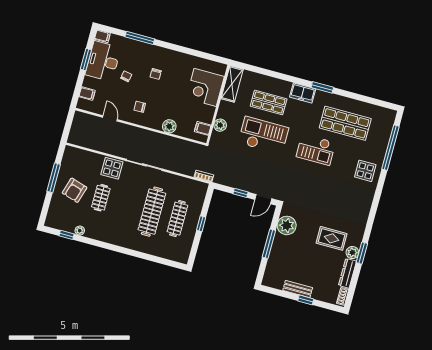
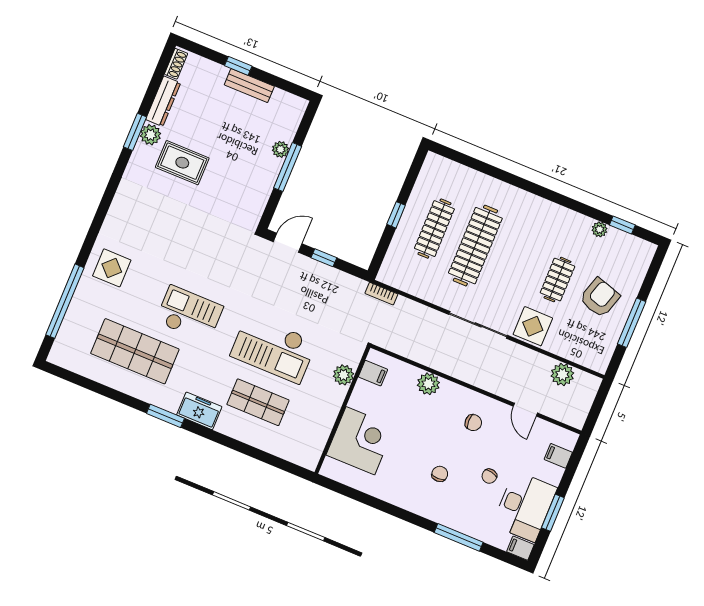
shelving: (232, 84) -> (315, 441), removed
plant: (91, 142) -> (562, 374), added
plant: (287, 225) -> (280, 149), moved, width x0.53, depth x0.53

